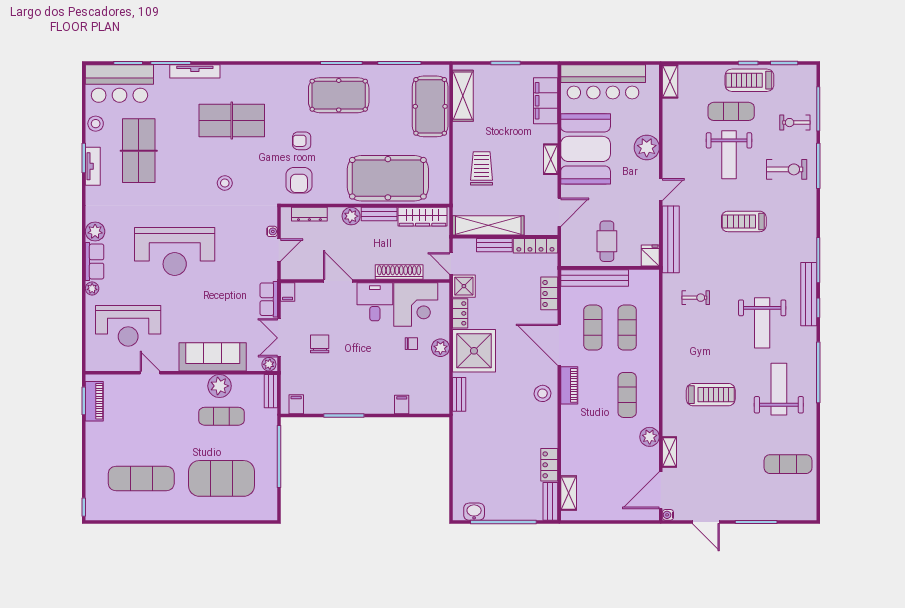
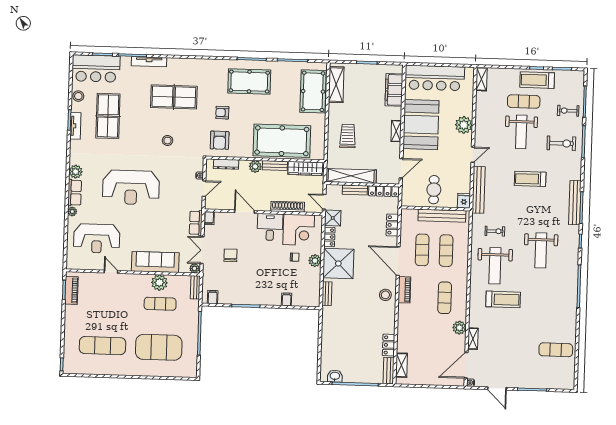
bench: (595, 278) -> (442, 216), moved
bench: (809, 294) -> (575, 203), moved
weight bench: (779, 389) -> (495, 266), moved, turned 180

